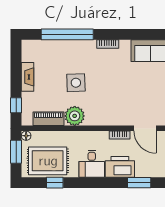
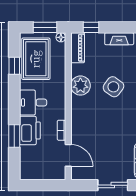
side table: (76, 83) -> (113, 87), turned 38
piano: (48, 119) -> (78, 48), moved
door: (145, 128) -> (68, 155), swing flipped
window: (139, 183) -> (14, 136), moved

